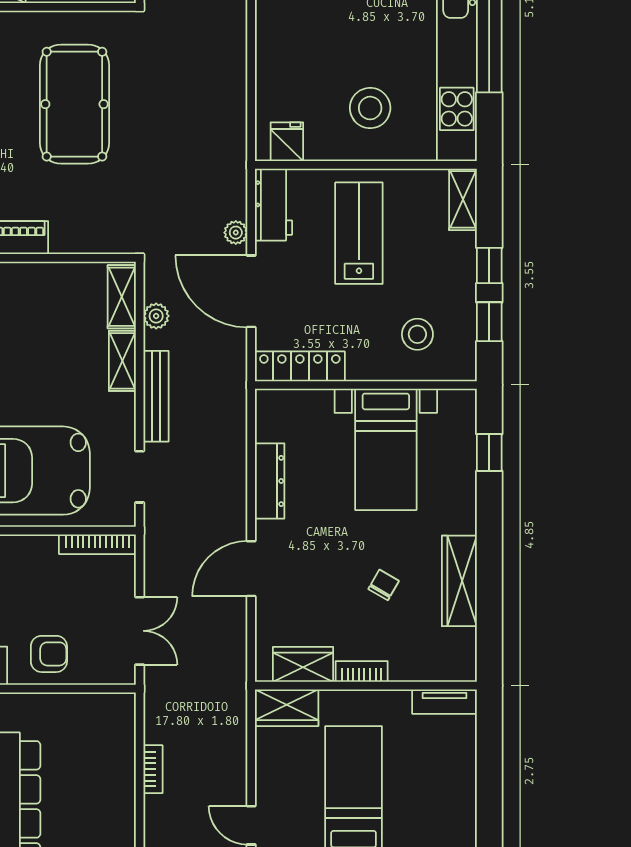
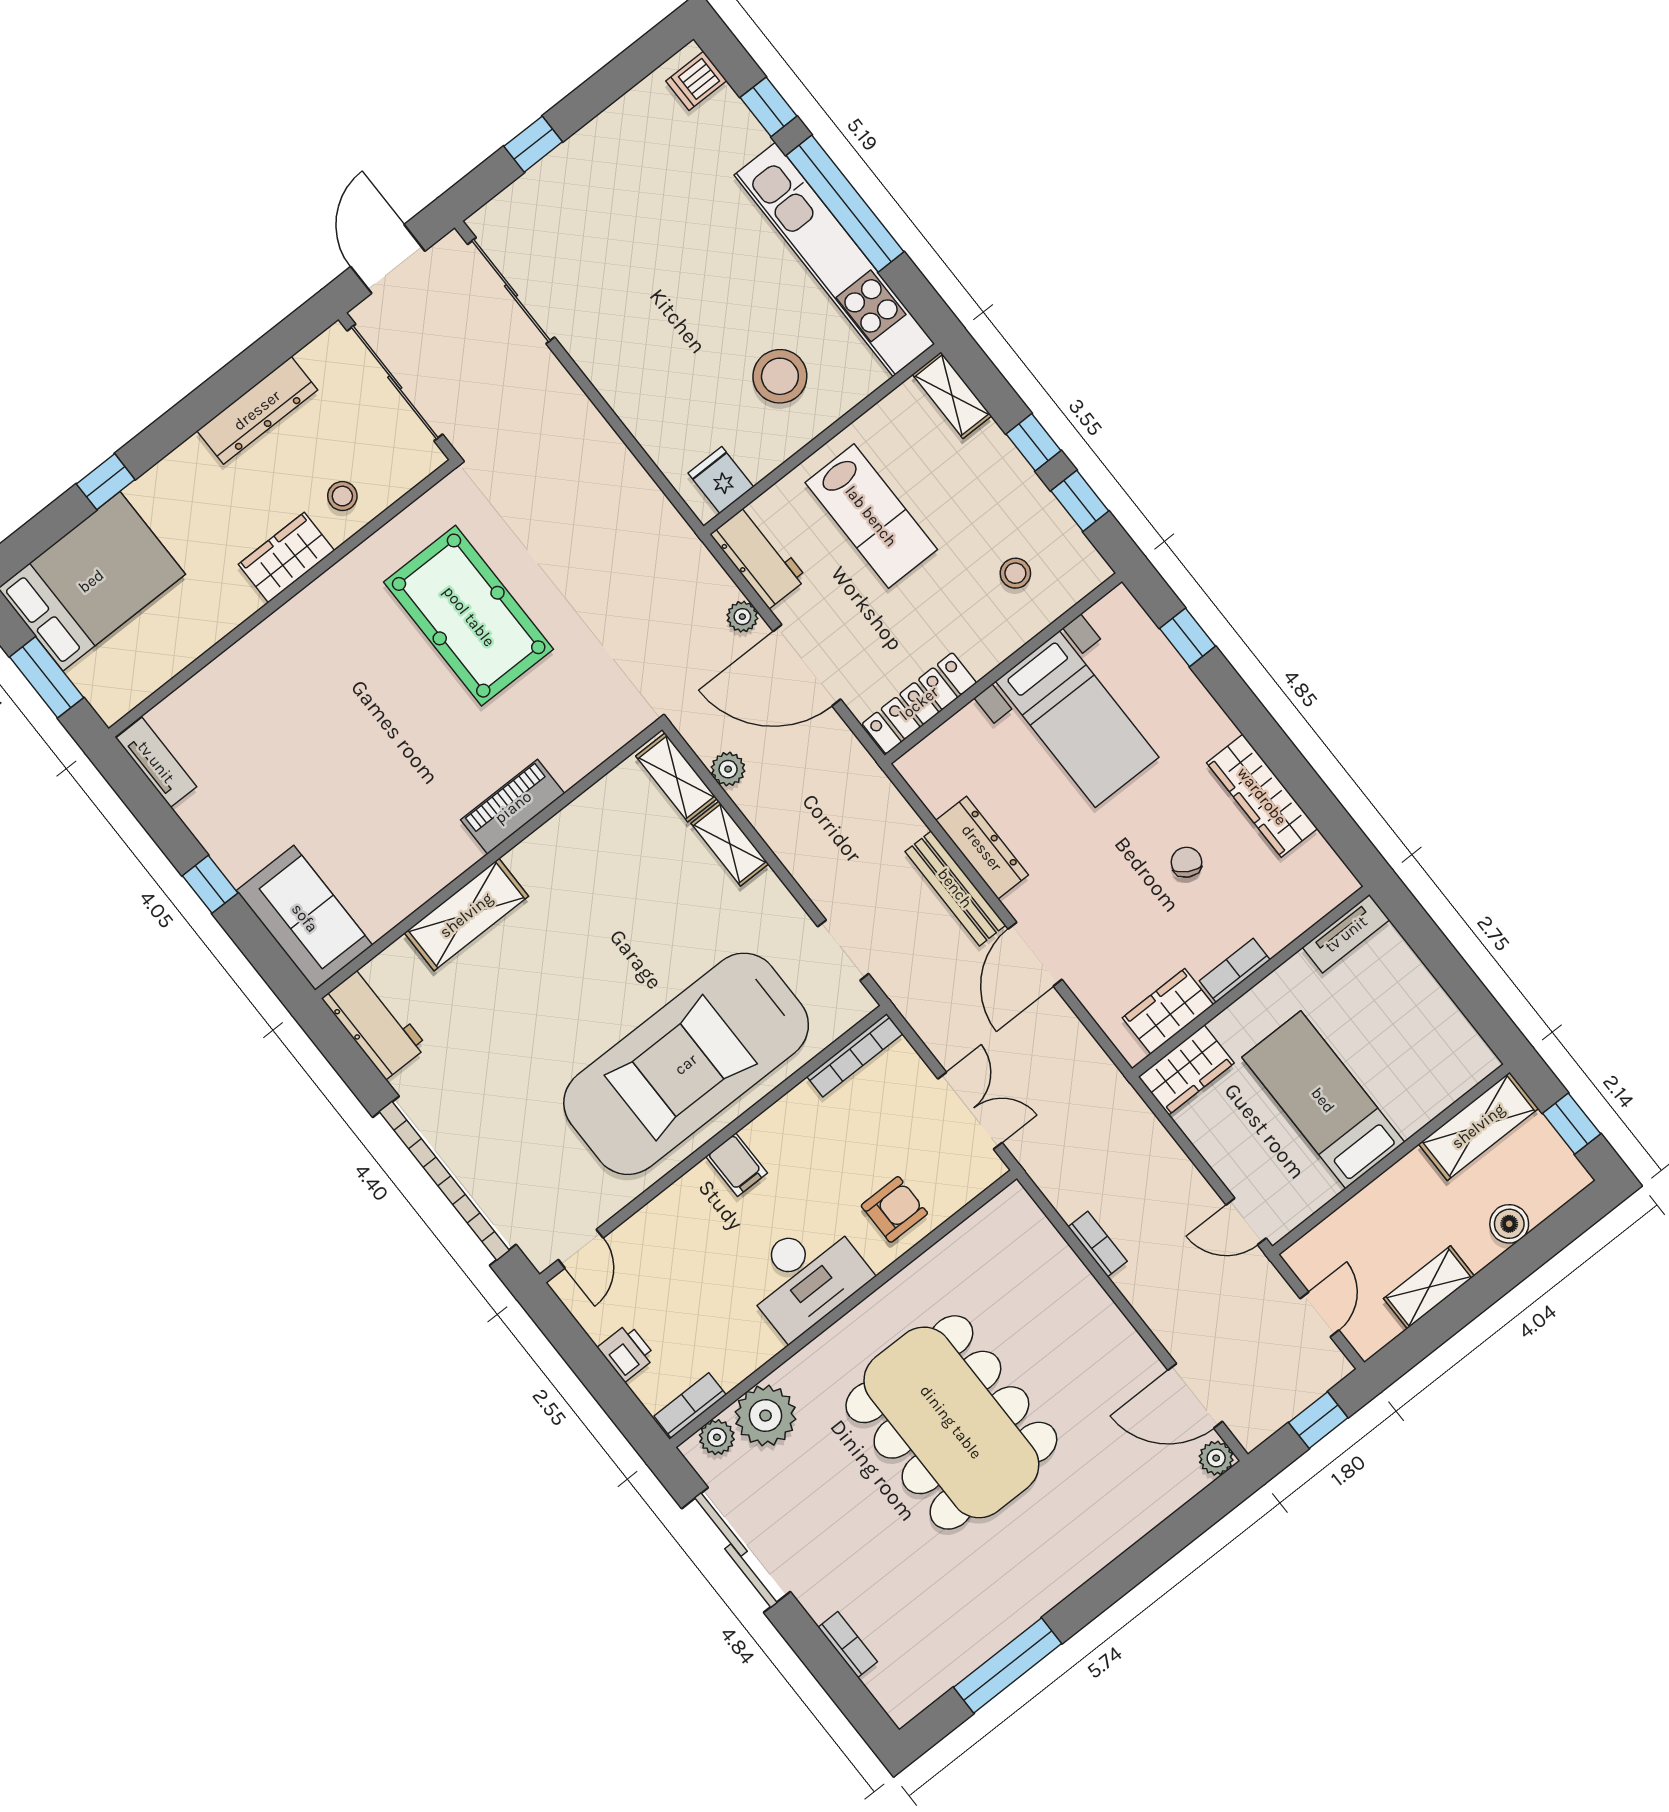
lab bench: (359, 233) -> (871, 516), turned 180
stool: (417, 334) -> (1015, 573), width x0.73, depth x0.73
bench: (156, 396) -> (955, 888), moved

